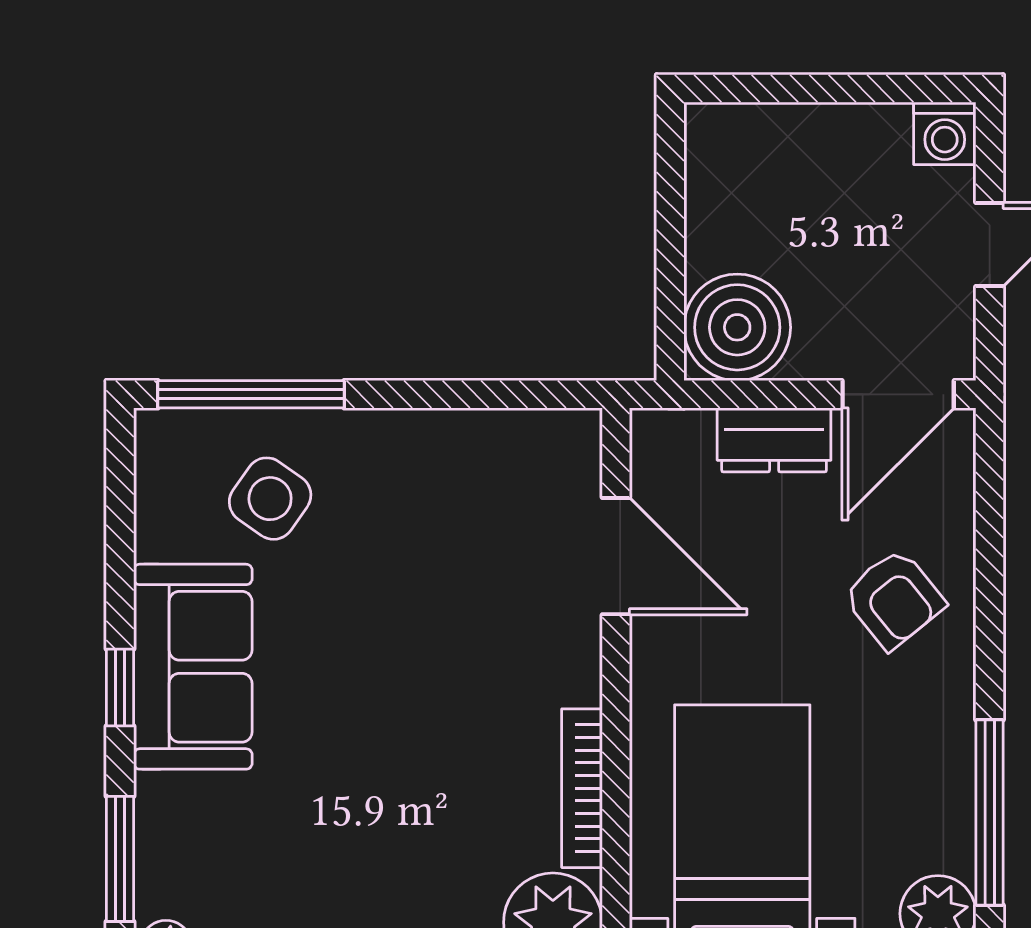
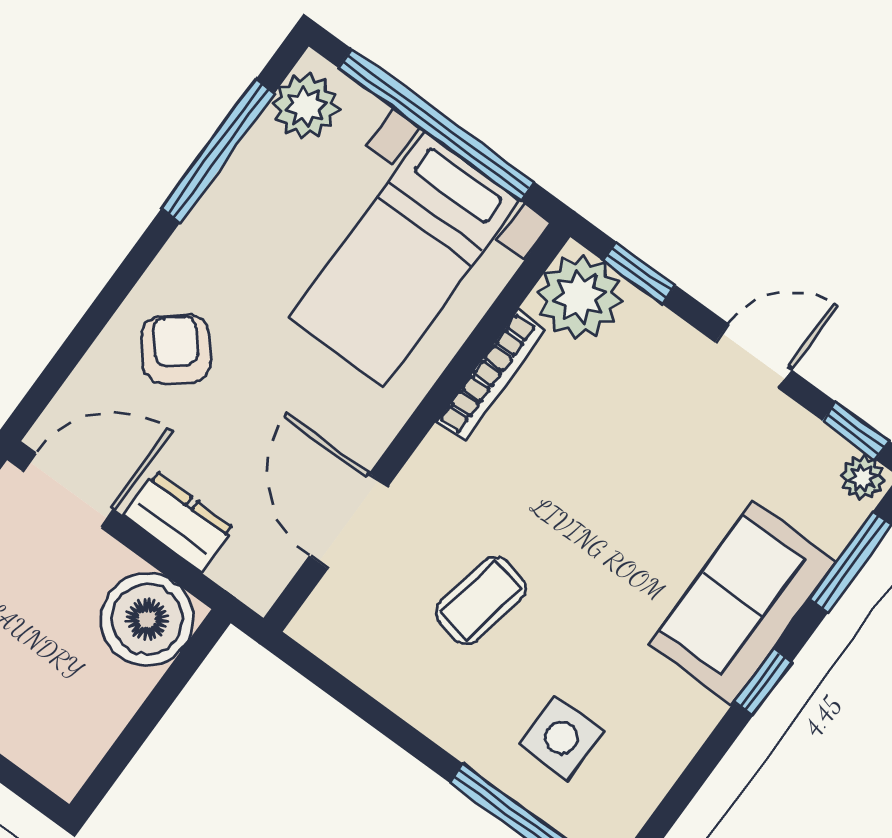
side table: (270, 499) -> (561, 738), turned -35
coffee table: (438, 572) -> (481, 601), added
sofa: (193, 667) -> (743, 603), moved

